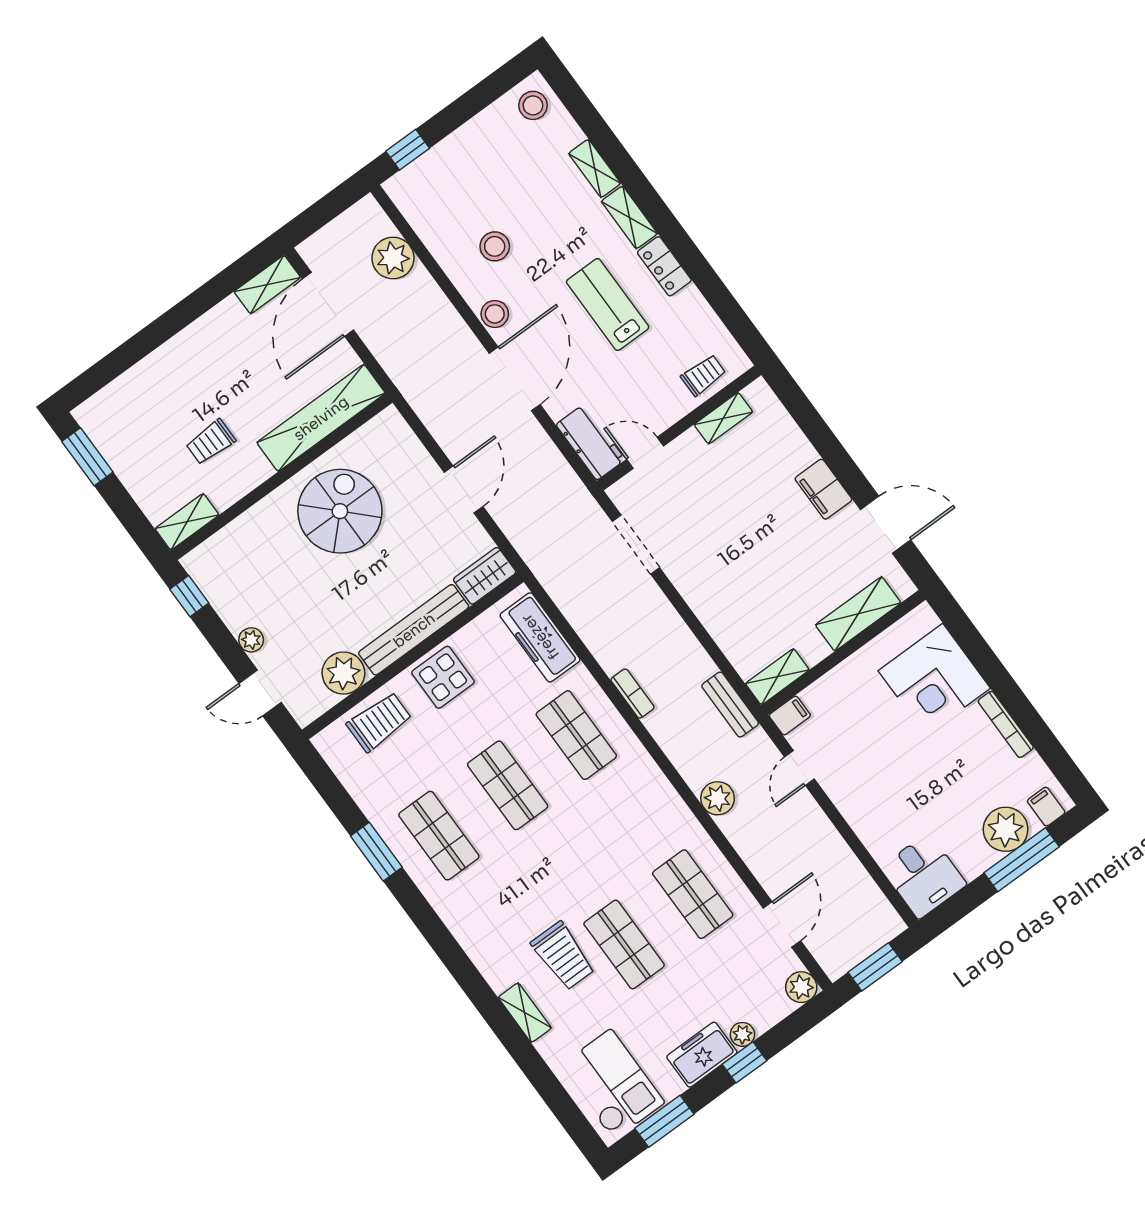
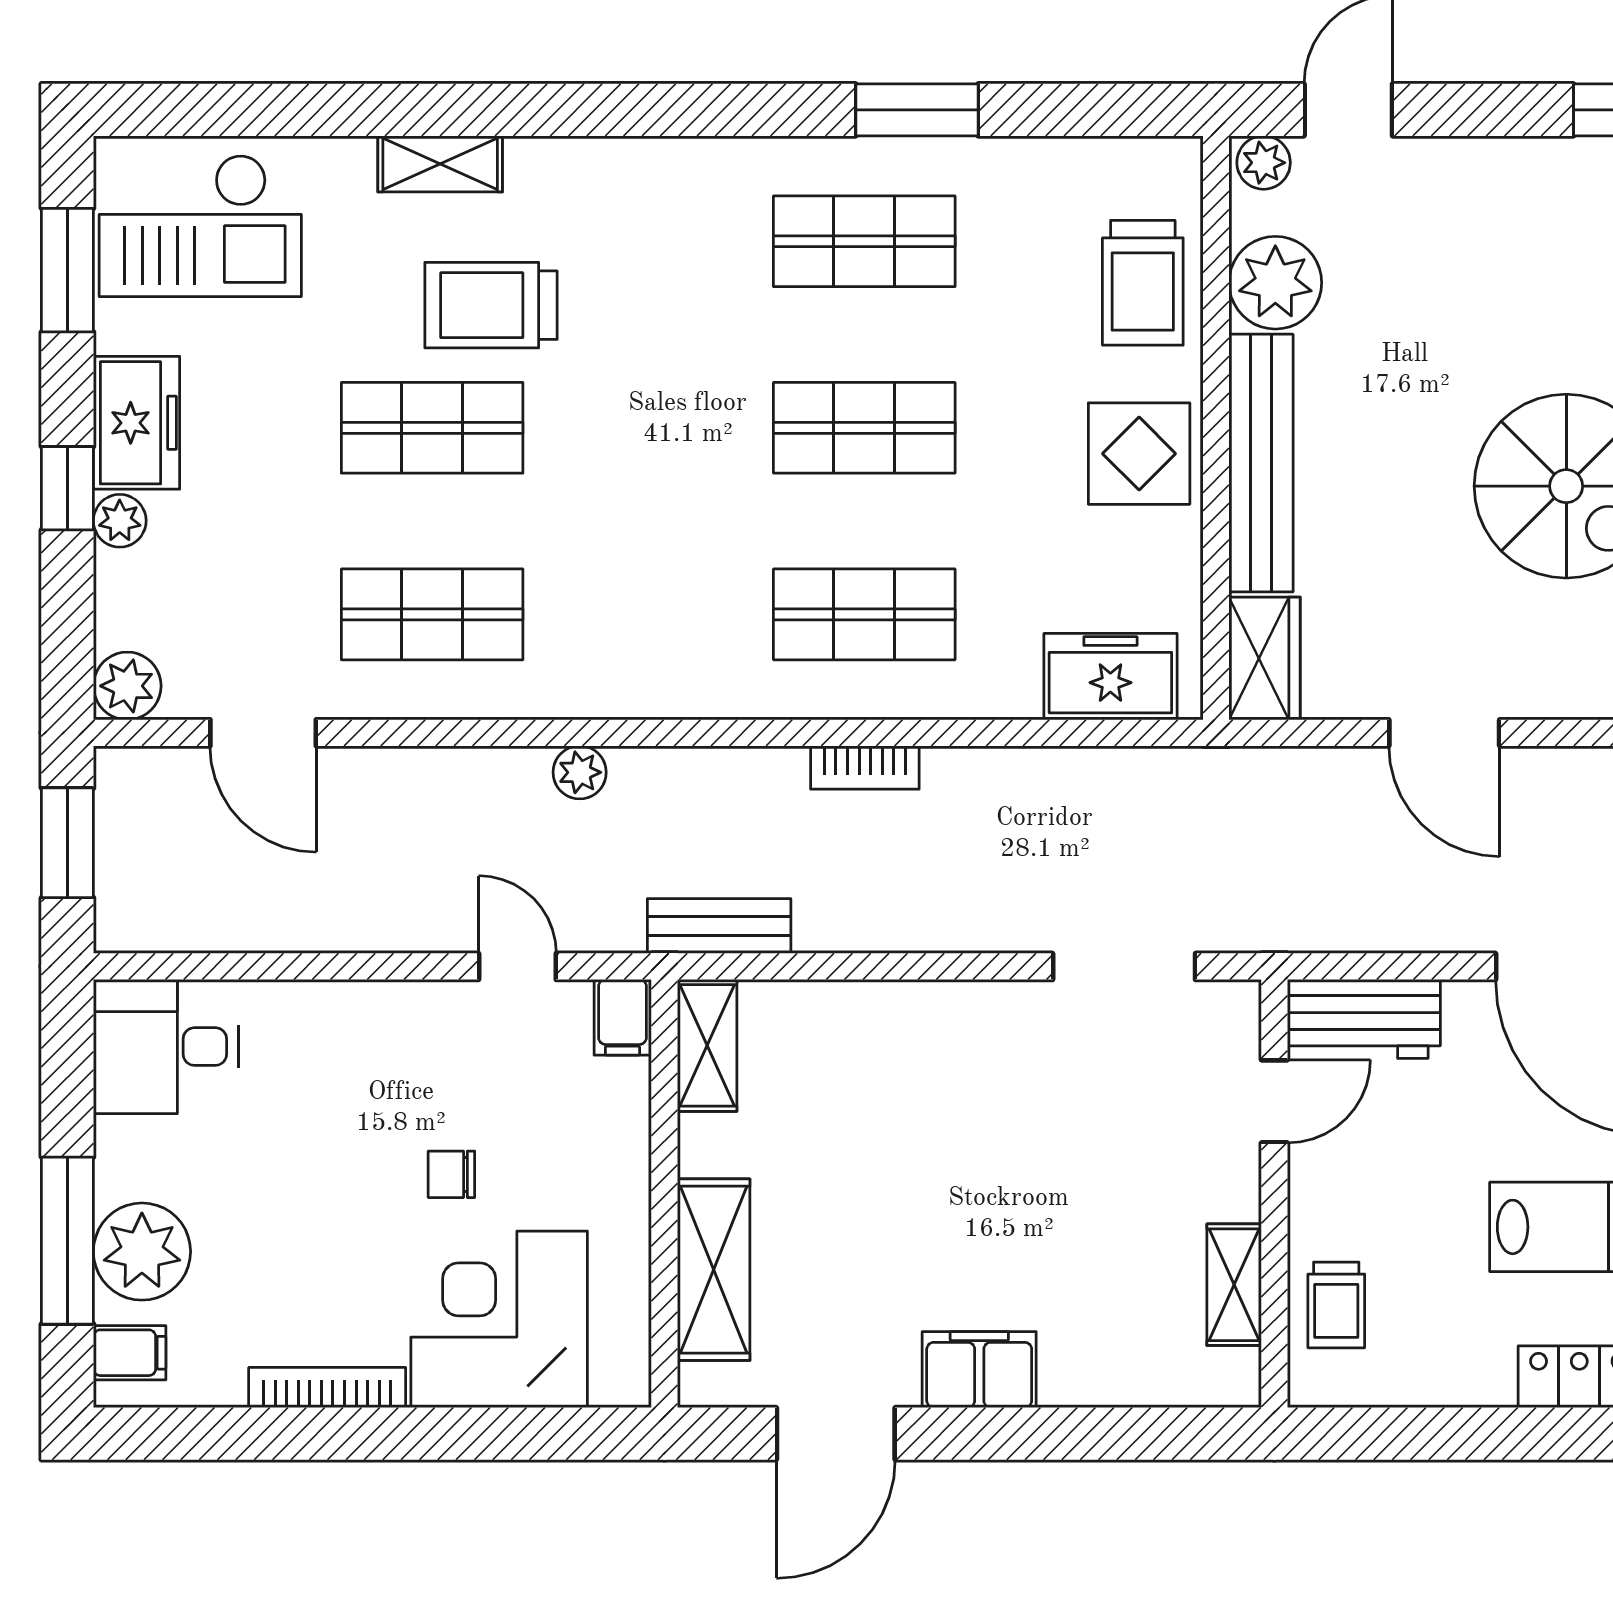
freezer: (540, 637) -> (1110, 677), width x0.71
plant: (251, 640) -> (1264, 163), moved
chair: (894, 736) -> (451, 1174), added
plant: (718, 798) -> (580, 772), width x0.73, depth x0.73

